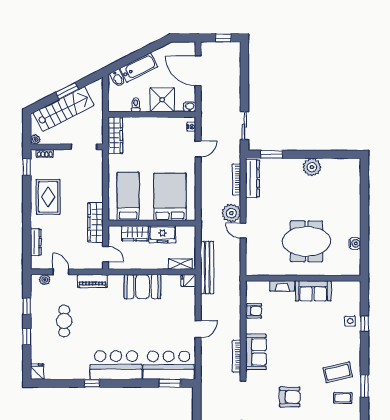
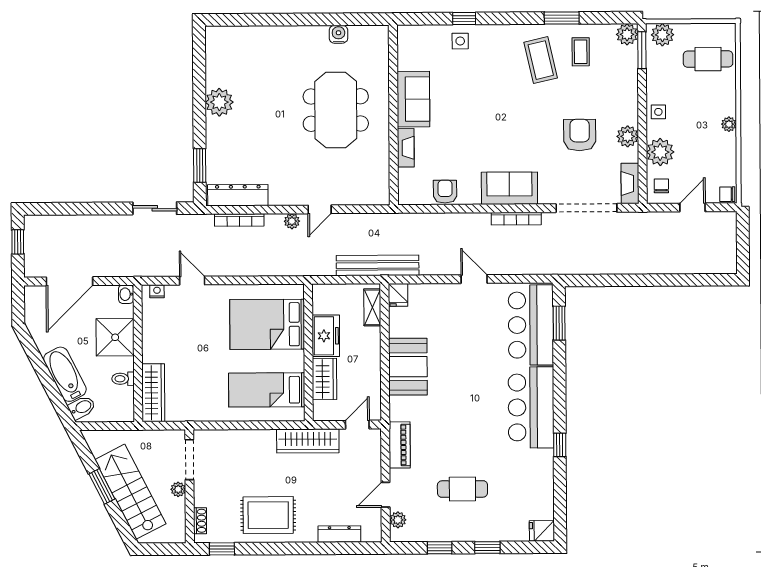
wardrobe: (115, 135) -> (153, 393), moved, turned 90
plant: (35, 140) -> (178, 489), moved
plant: (231, 213) -> (292, 221), width x0.53, depth x0.53

